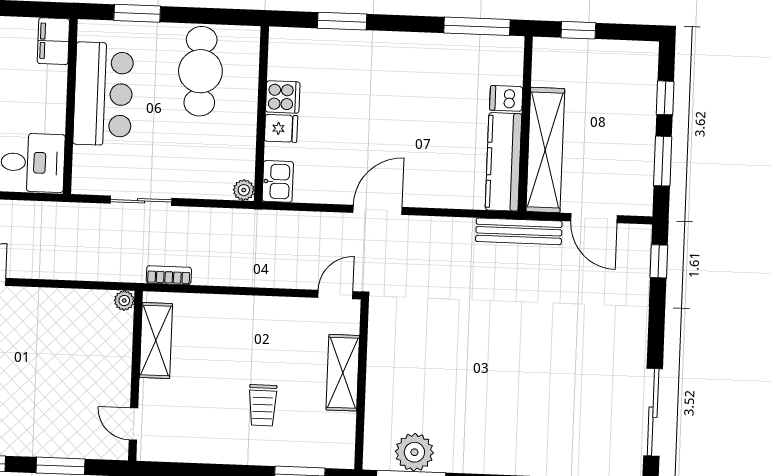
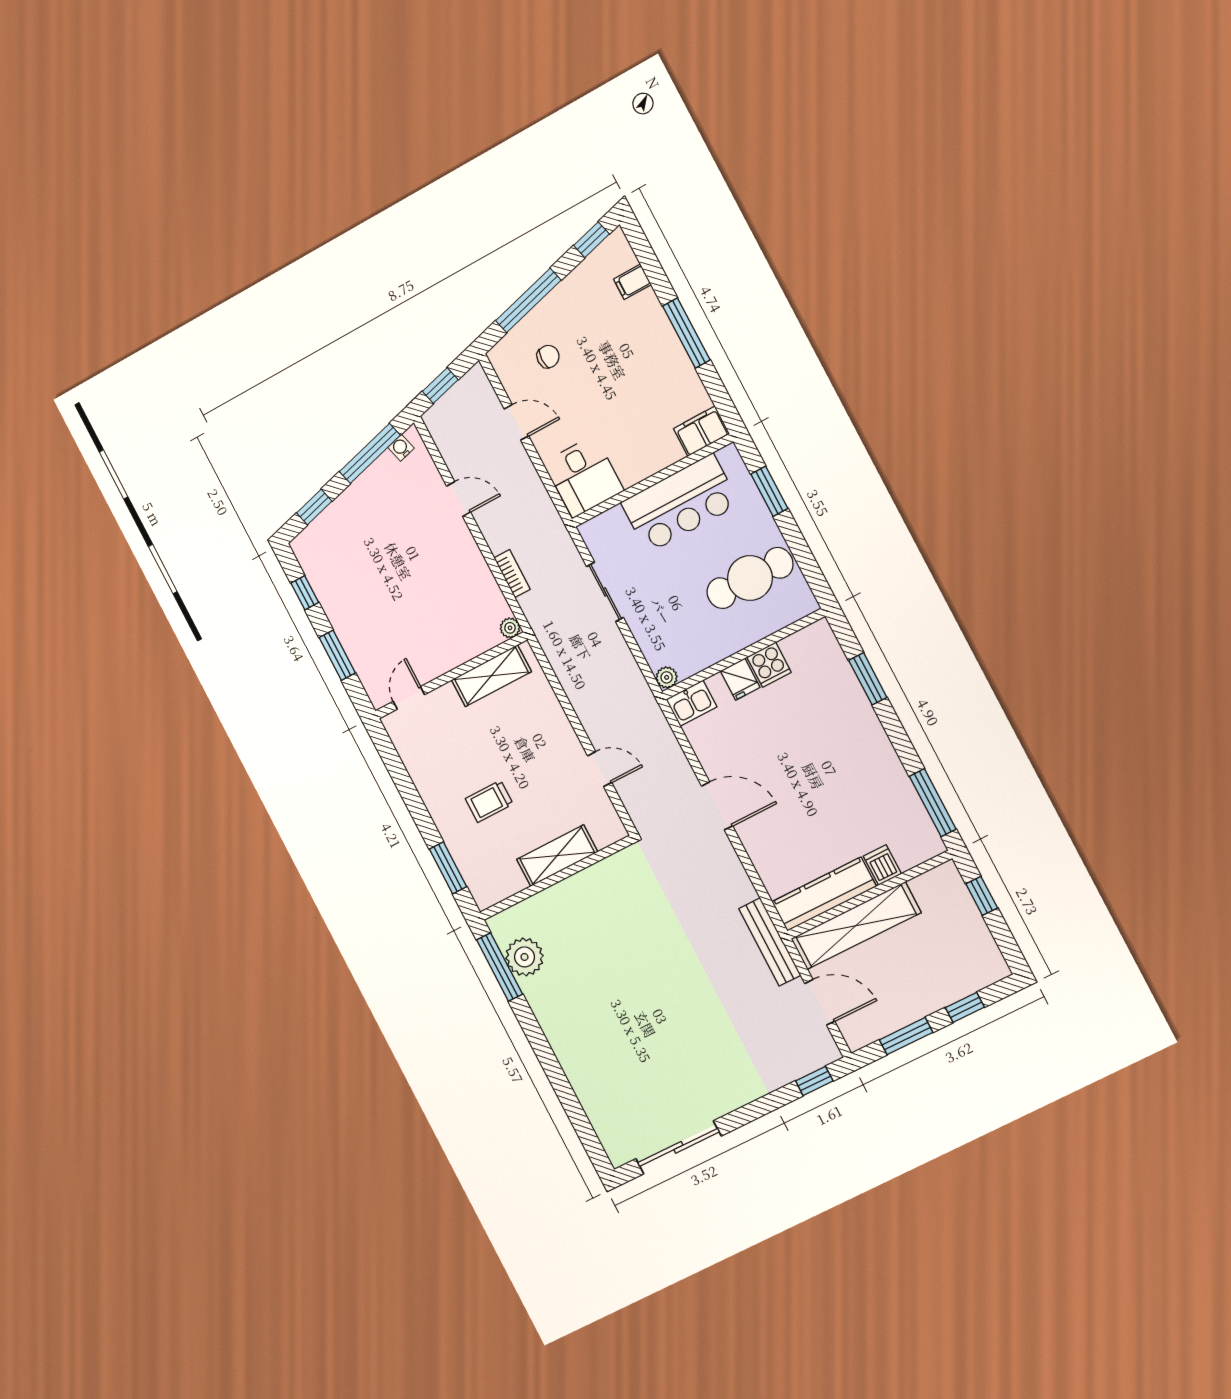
door: (594, 218) -> (820, 1002), swing flipped
bookcase: (169, 275) -> (512, 574), moved
door: (335, 295) -> (600, 769), moved

